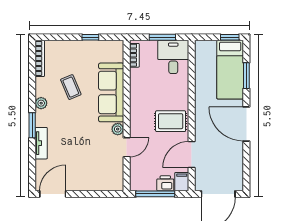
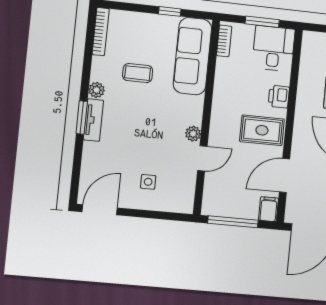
coffee table: (71, 87) -> (138, 73), turned -67
sofa: (111, 92) -> (192, 56), moved
tv unit: (41, 143) -> (93, 120), moved
side table: (87, 169) -> (148, 182), added
printer: (165, 183) -> (279, 97), moved, turned -90

